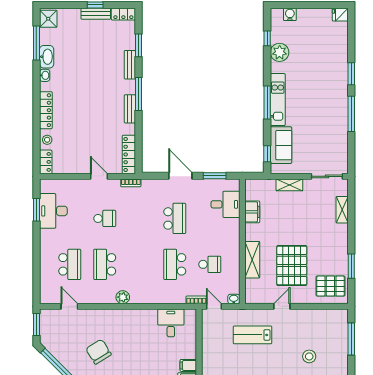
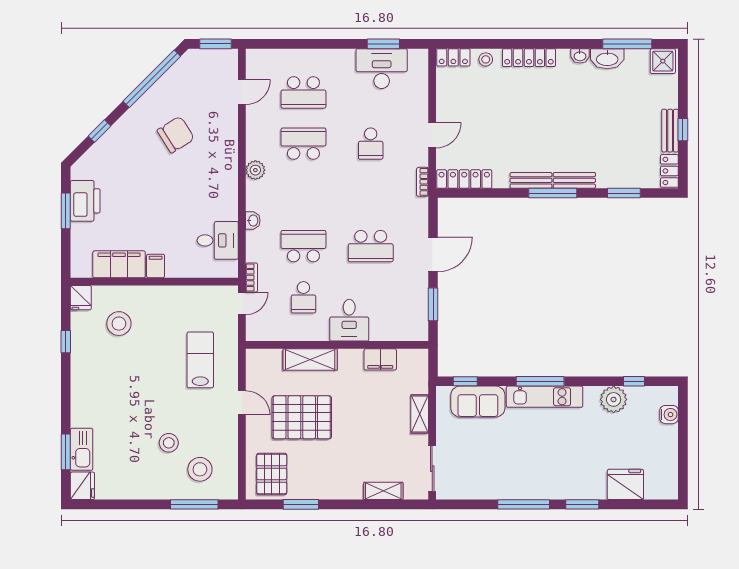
fridge: (340, 15) -> (625, 484), moved, width x1.88, depth x1.34
bench: (130, 65) -> (574, 180), moved
desk: (225, 204) -> (349, 320), moved
washbasin: (234, 299) -> (253, 221), moved
stool: (327, 335) -> (200, 469), added

